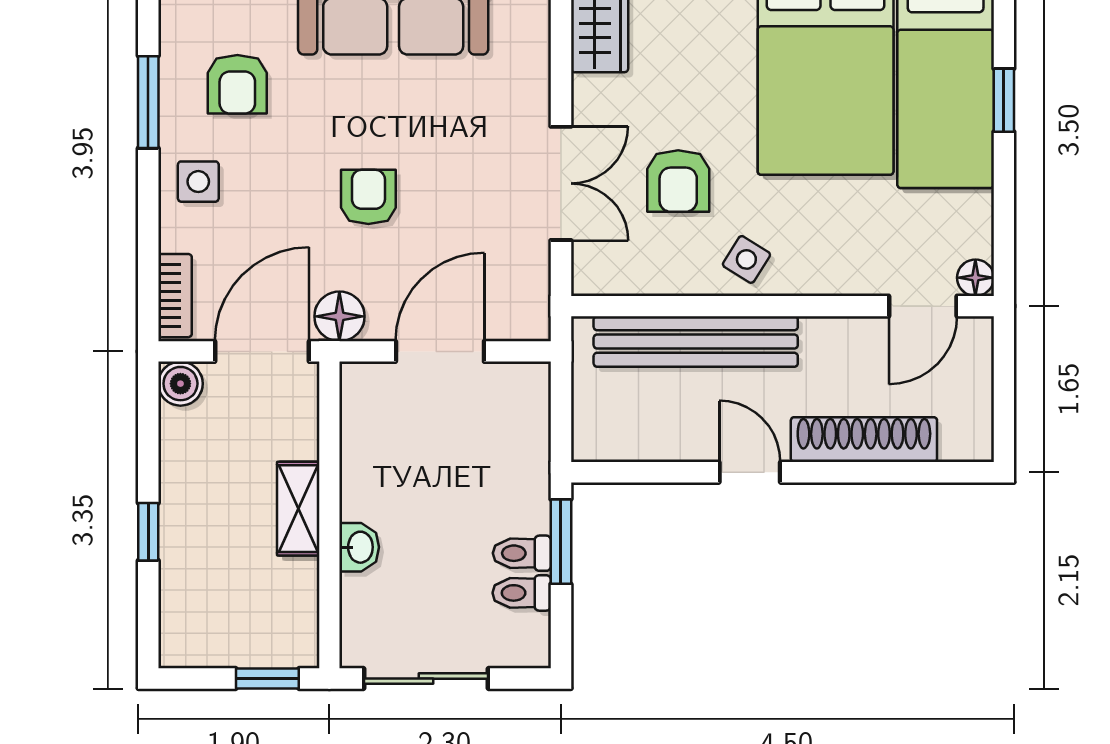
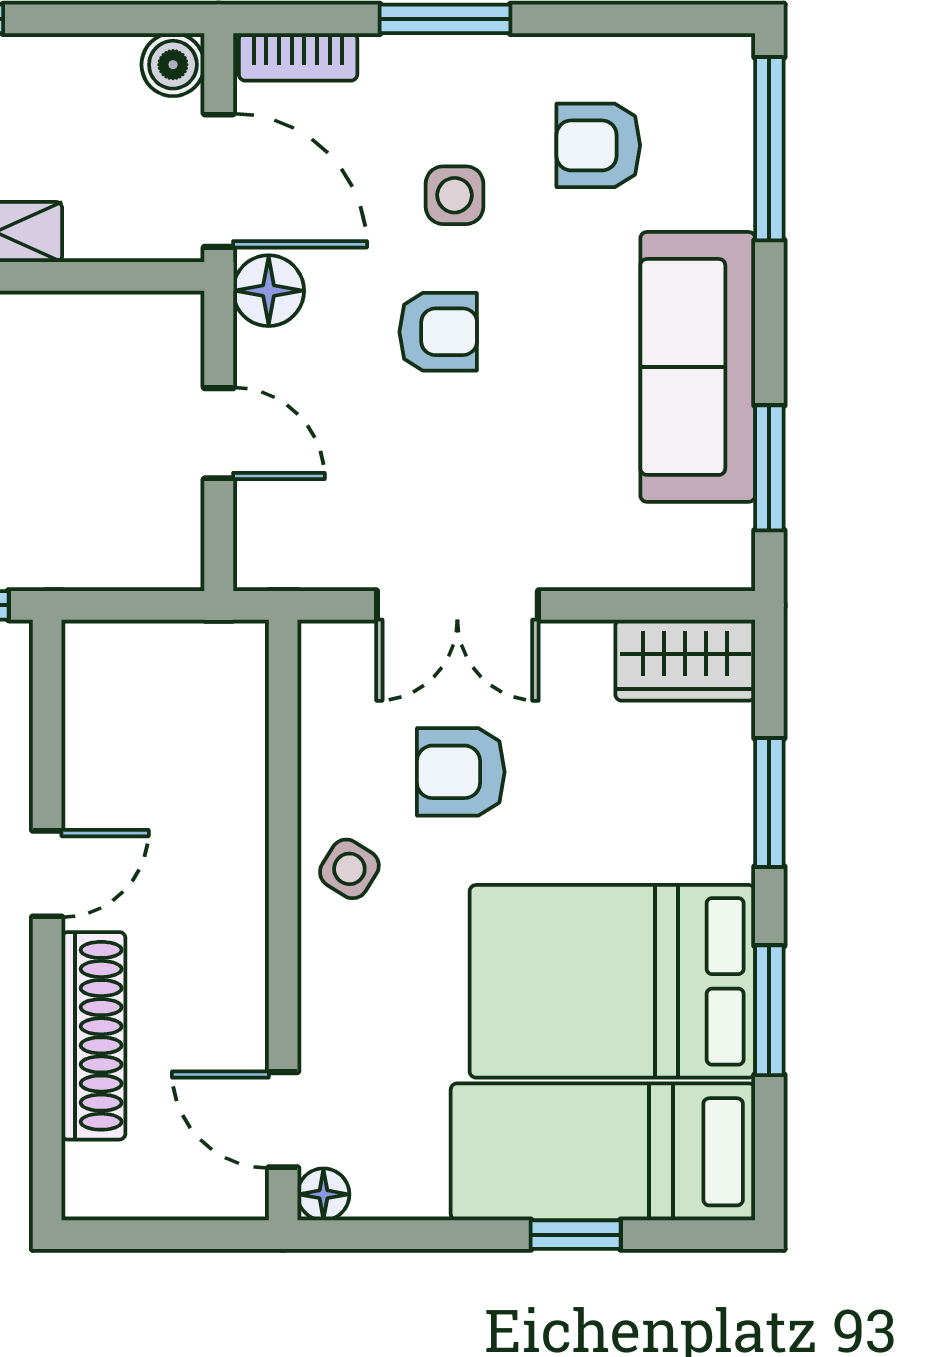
window: (148, 102) -> (445, 19), moved
side table: (198, 182) -> (455, 195), moved
bench: (696, 342) -> (233, 797), removed
door: (440, 351) -> (219, 433), width x0.73

